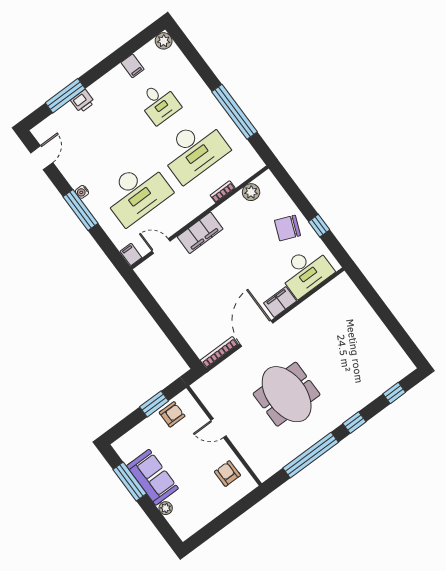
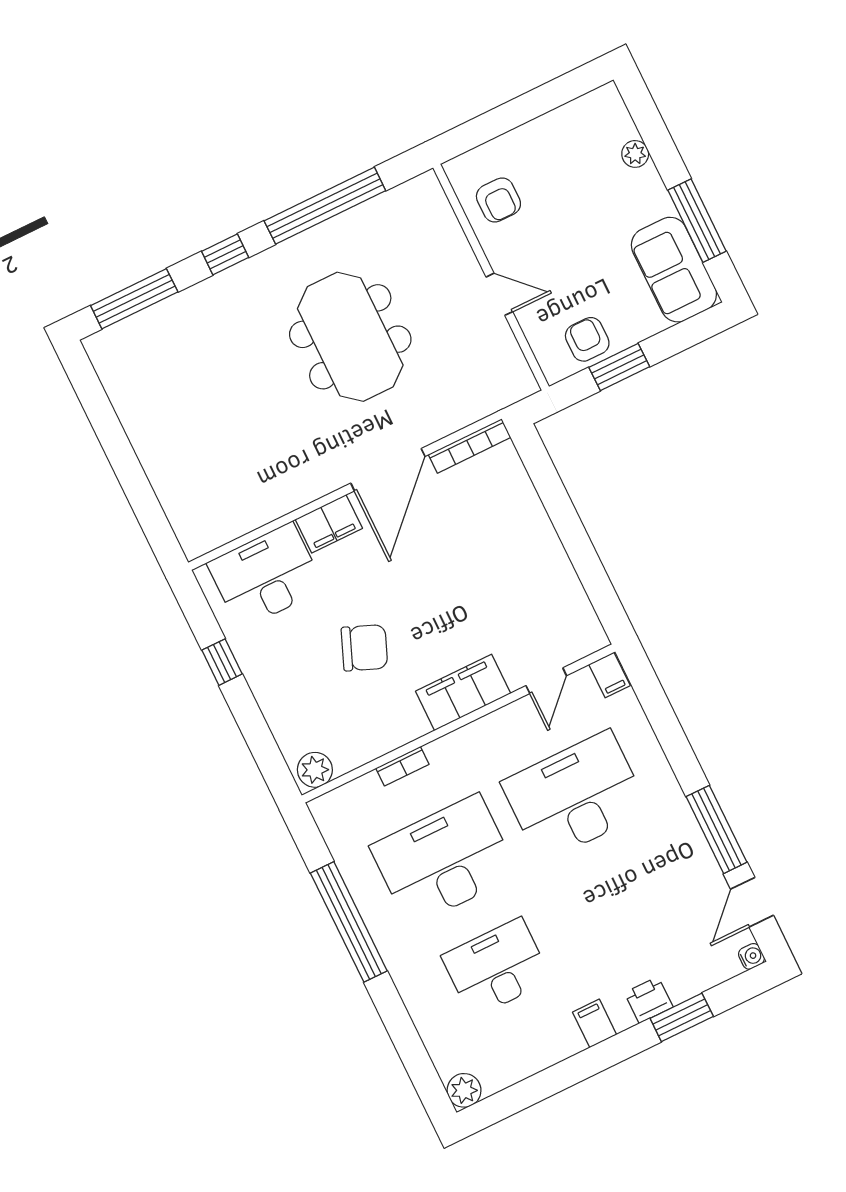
filing cabinet: (132, 66) -> (595, 1023), moved
window: (65, 96) -> (682, 1017), width x0.69
desk: (159, 103) -> (496, 968), width x1.37
water cooler: (82, 192) -> (751, 956), moved
plant: (251, 192) -> (315, 770), moved
window: (81, 210) -> (717, 829), moved
chair: (287, 228) -> (364, 648), moved
door: (161, 246) -> (546, 681), hinge flipped
window: (394, 393) -> (134, 299), width x2.17
armchair: (172, 414) -> (587, 339), turned 90
sofa: (152, 477) -> (674, 270), moved

